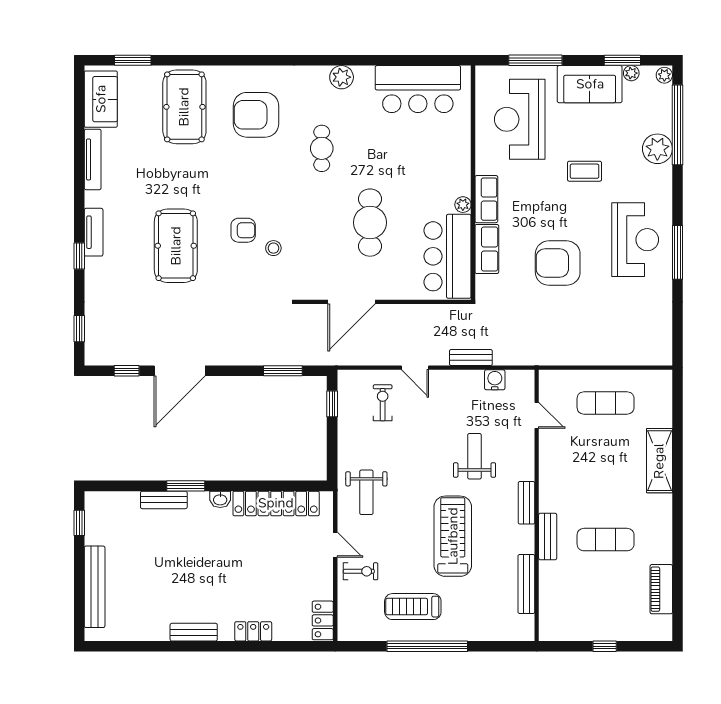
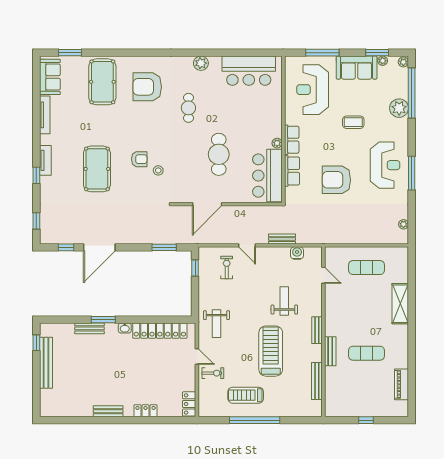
plant: (665, 334) -> (404, 224), added
bench: (95, 587) -> (46, 363), moved

